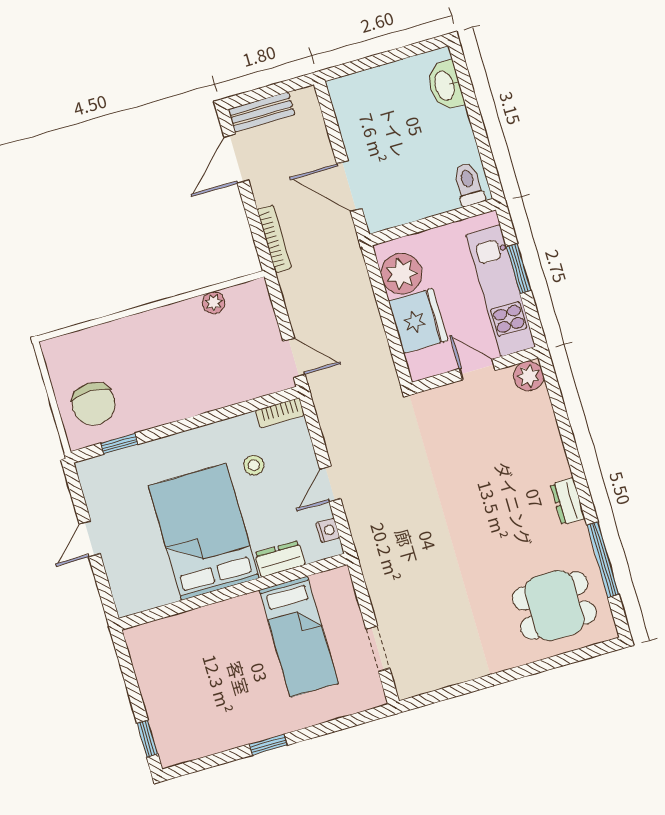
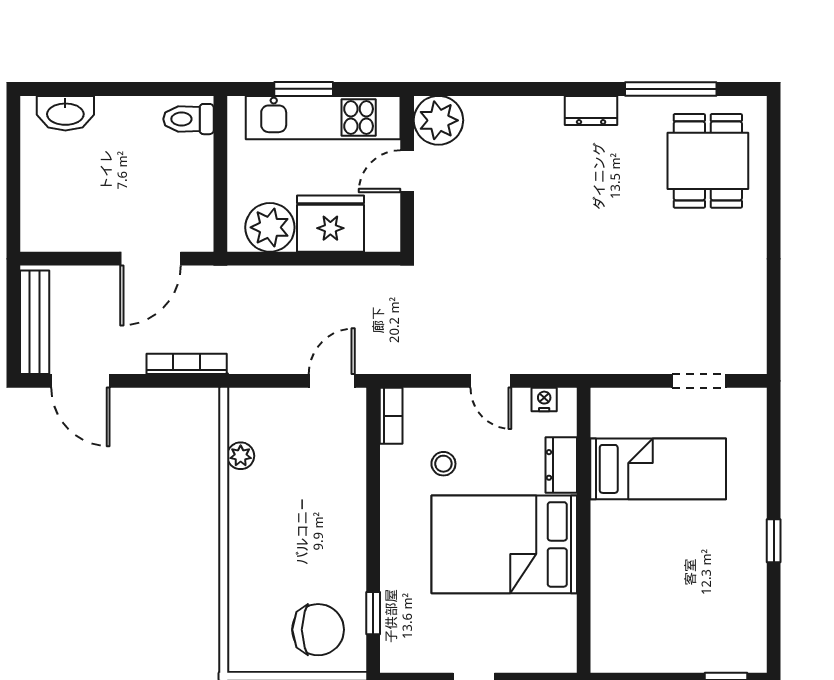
bench: (261, 112) -> (35, 322), width x1.36
plant: (529, 376) -> (438, 120), width x1.36, depth x1.36

